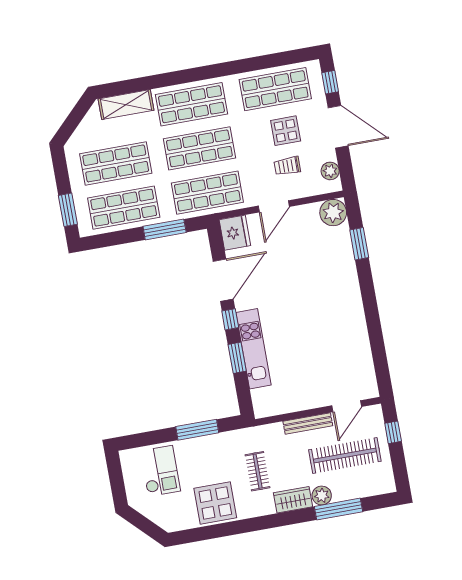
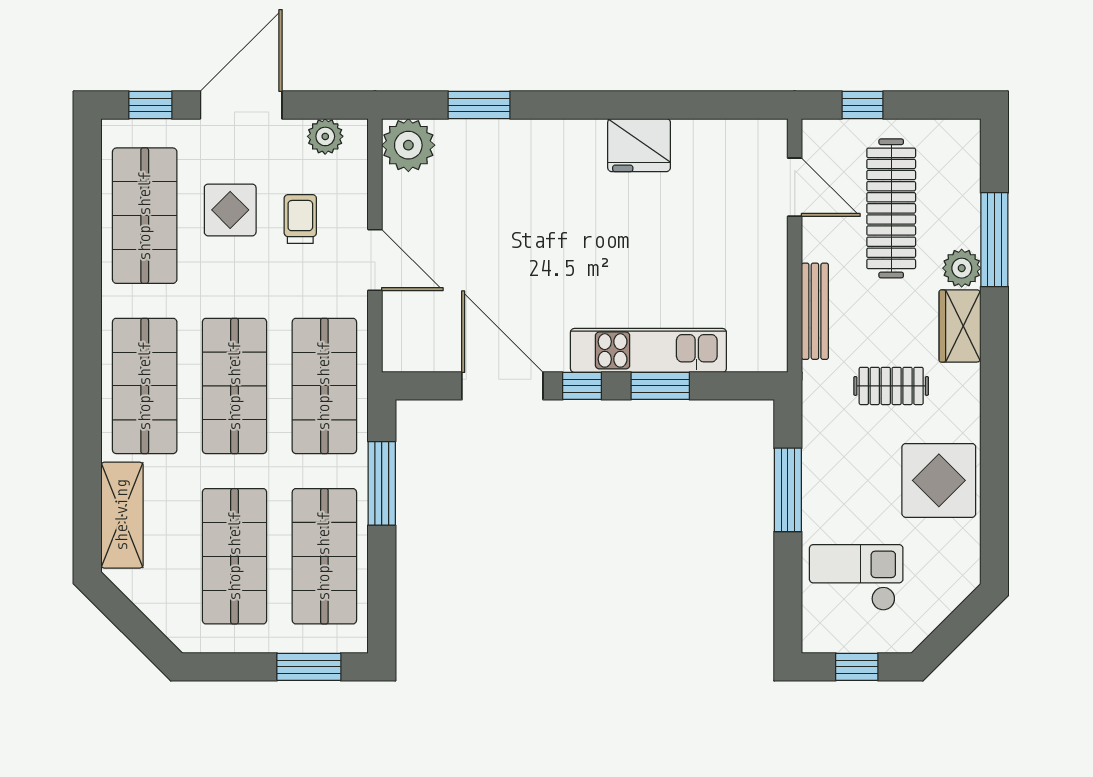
trolley: (287, 166) -> (300, 219), turned 180
fridge: (235, 233) -> (639, 145), moved, turned 180
bench: (308, 423) -> (815, 311), moved
window: (116, 479) -> (857, 667), added

